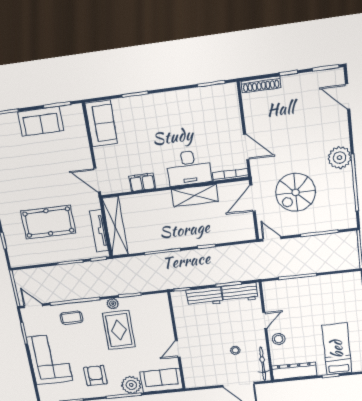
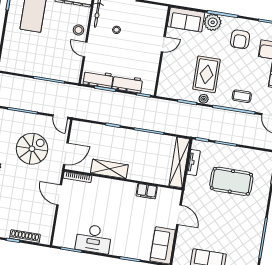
shoe rack: (261, 84) -> (25, 236), moved
desk: (189, 168) -> (94, 239), moved, turned 180
door: (97, 180) -> (179, 215), moved
tv unit: (99, 231) -> (194, 163), width x0.71
door: (265, 320) -> (85, 49), hinge flipped

